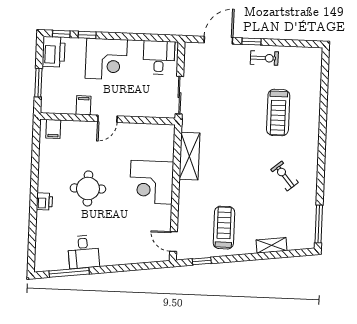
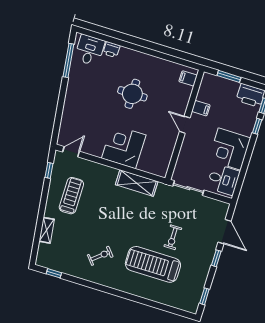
window: (299, 43) -> (204, 296), added
exercise bike: (264, 58) -> (173, 237), moved
corner desk: (106, 59) -> (230, 149), moved
treadmill: (278, 113) -> (153, 264), width x1.37, depth x1.38
printer: (44, 202) -> (111, 50), moved
window: (319, 224) -> (54, 273), width x0.46
treadmill: (224, 228) -> (71, 196), turned -90
desk: (83, 252) -> (90, 50), moved, turned 97

